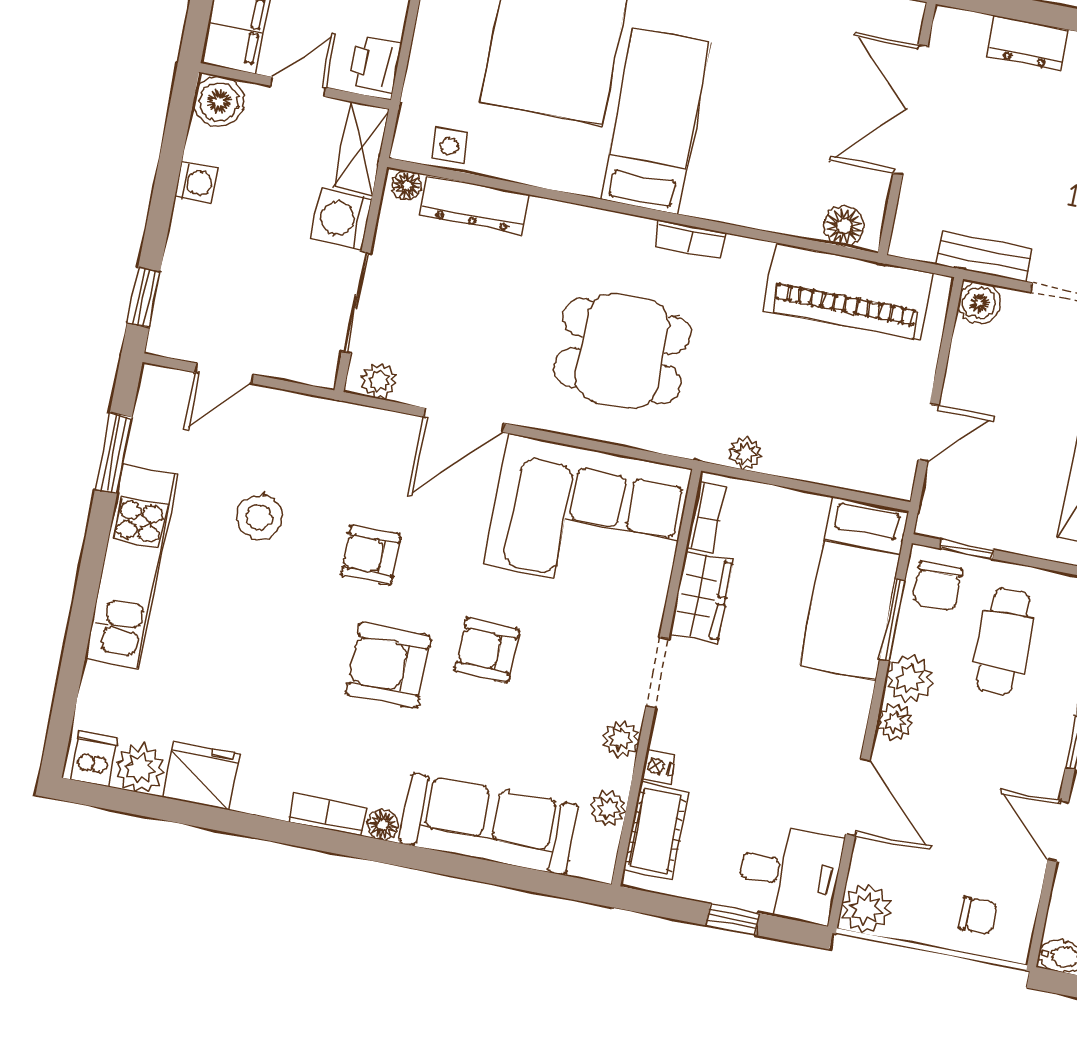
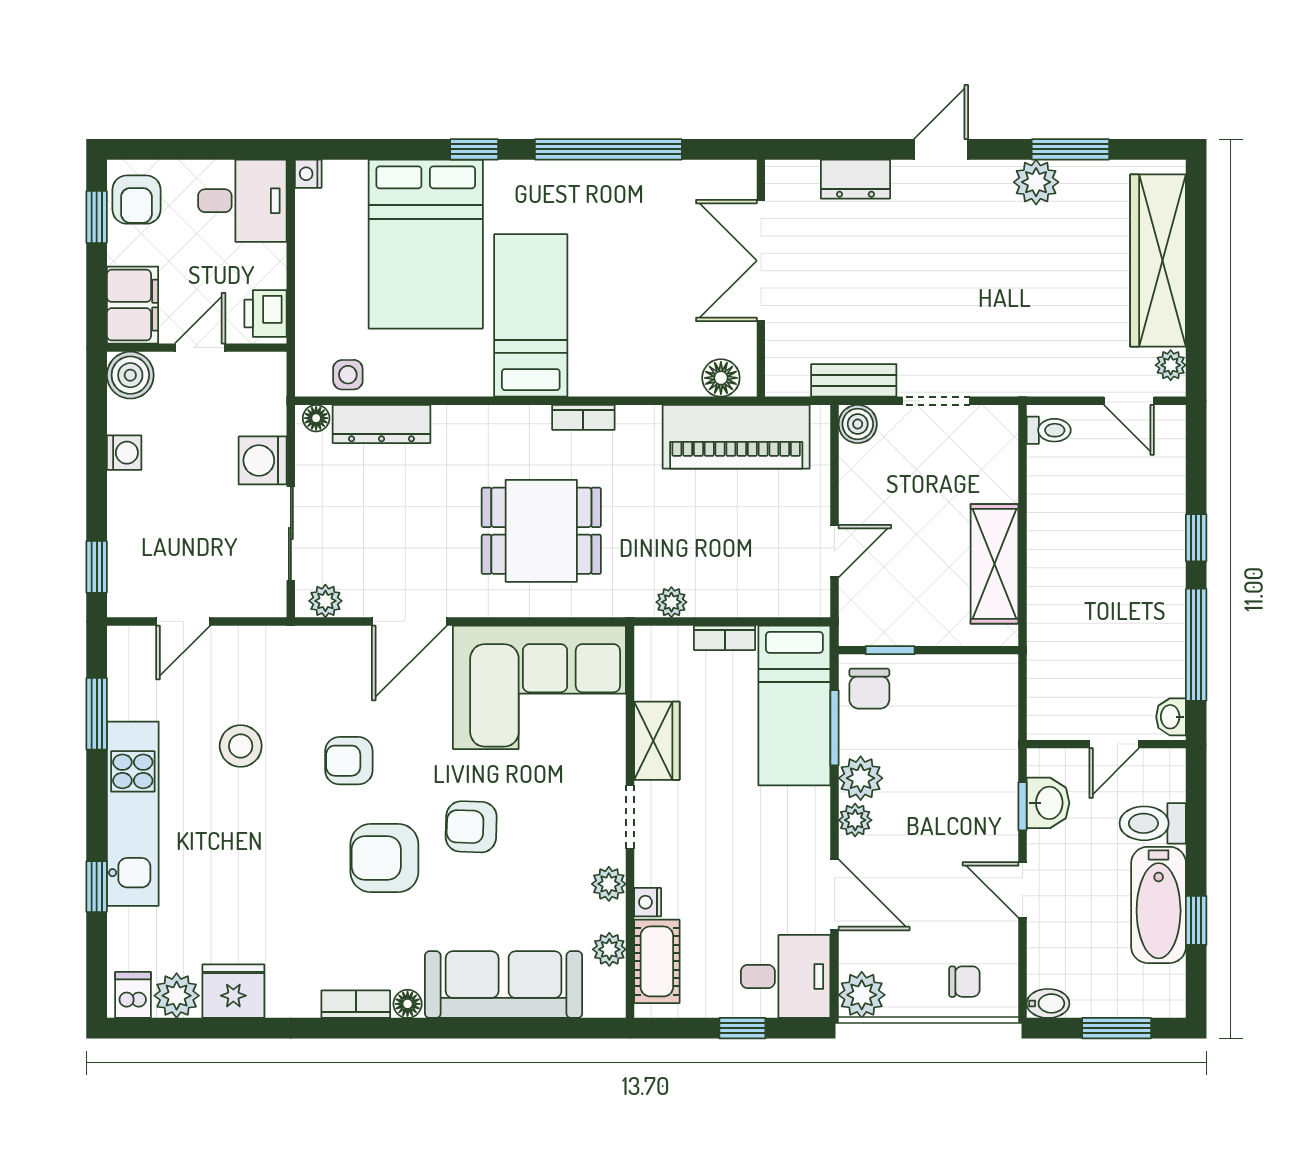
shelving: (361, 148) -> (268, 392), removed
bookcase: (705, 518) -> (725, 638), moved, turned 90
window: (78, 636) -> (97, 887), added
cafe table: (1003, 641) -> (939, 727), removed

